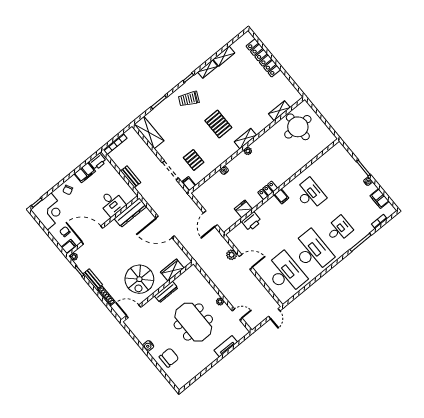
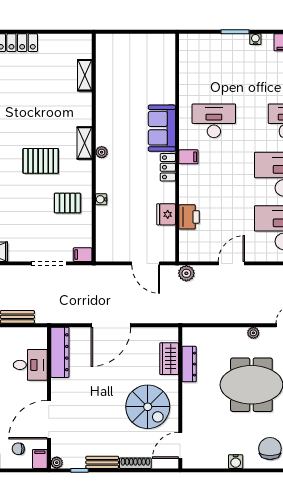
round table: (298, 127) -> (122, 69), removed
pallet: (194, 160) -> (67, 203), moved
sofa: (285, 171) -> (162, 128), added
plant: (232, 255) -> (186, 273), moved
dresser: (166, 292) -> (189, 364), moved

